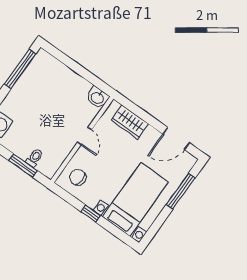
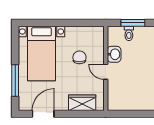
washbasin: (98, 98) -> (114, 54), moved, turned 90
chair: (78, 177) -> (79, 57), moved, turned -90
window: (91, 214) -> (65, 23), removed

